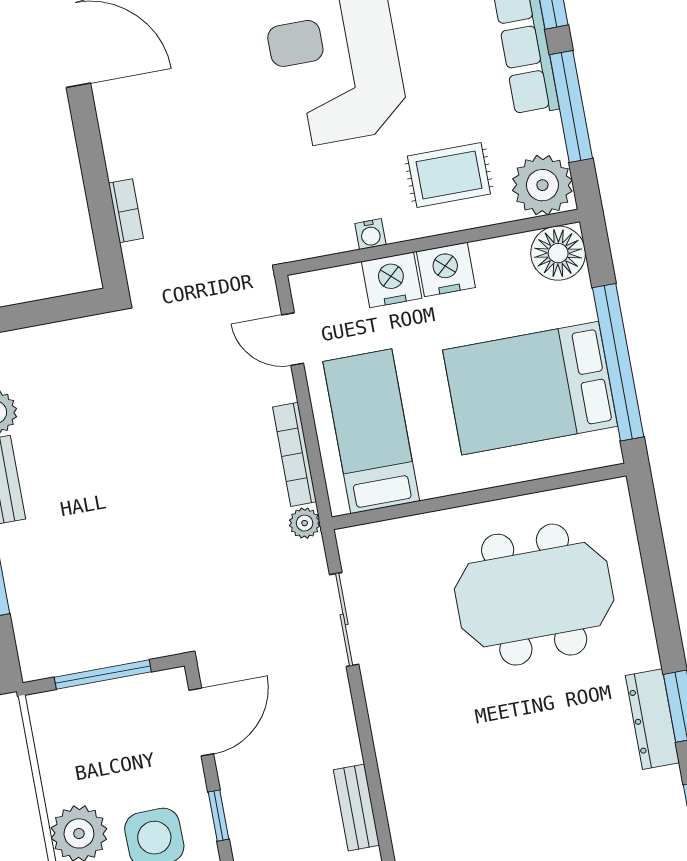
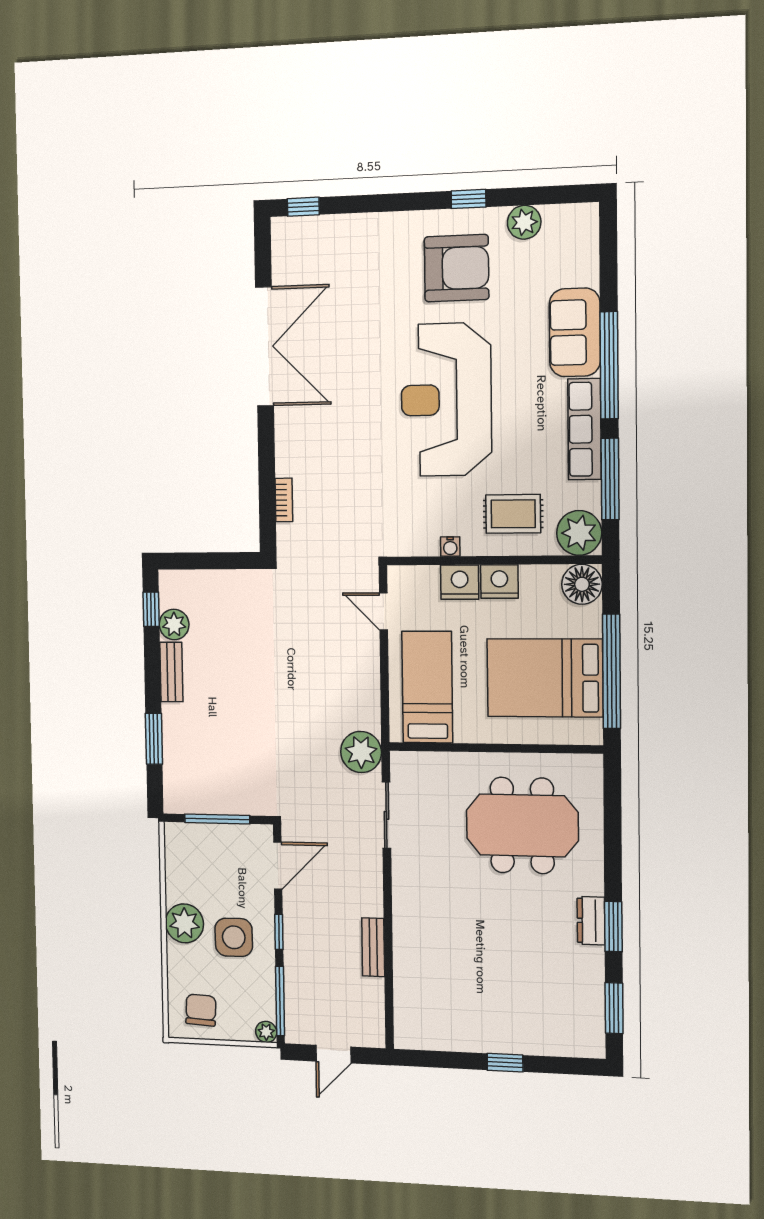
bookcase: (295, 454) -> (371, 693), removed
plant: (305, 523) -> (361, 752), width x1.88, depth x1.88
dresser: (652, 719) -> (591, 921), width x0.70

